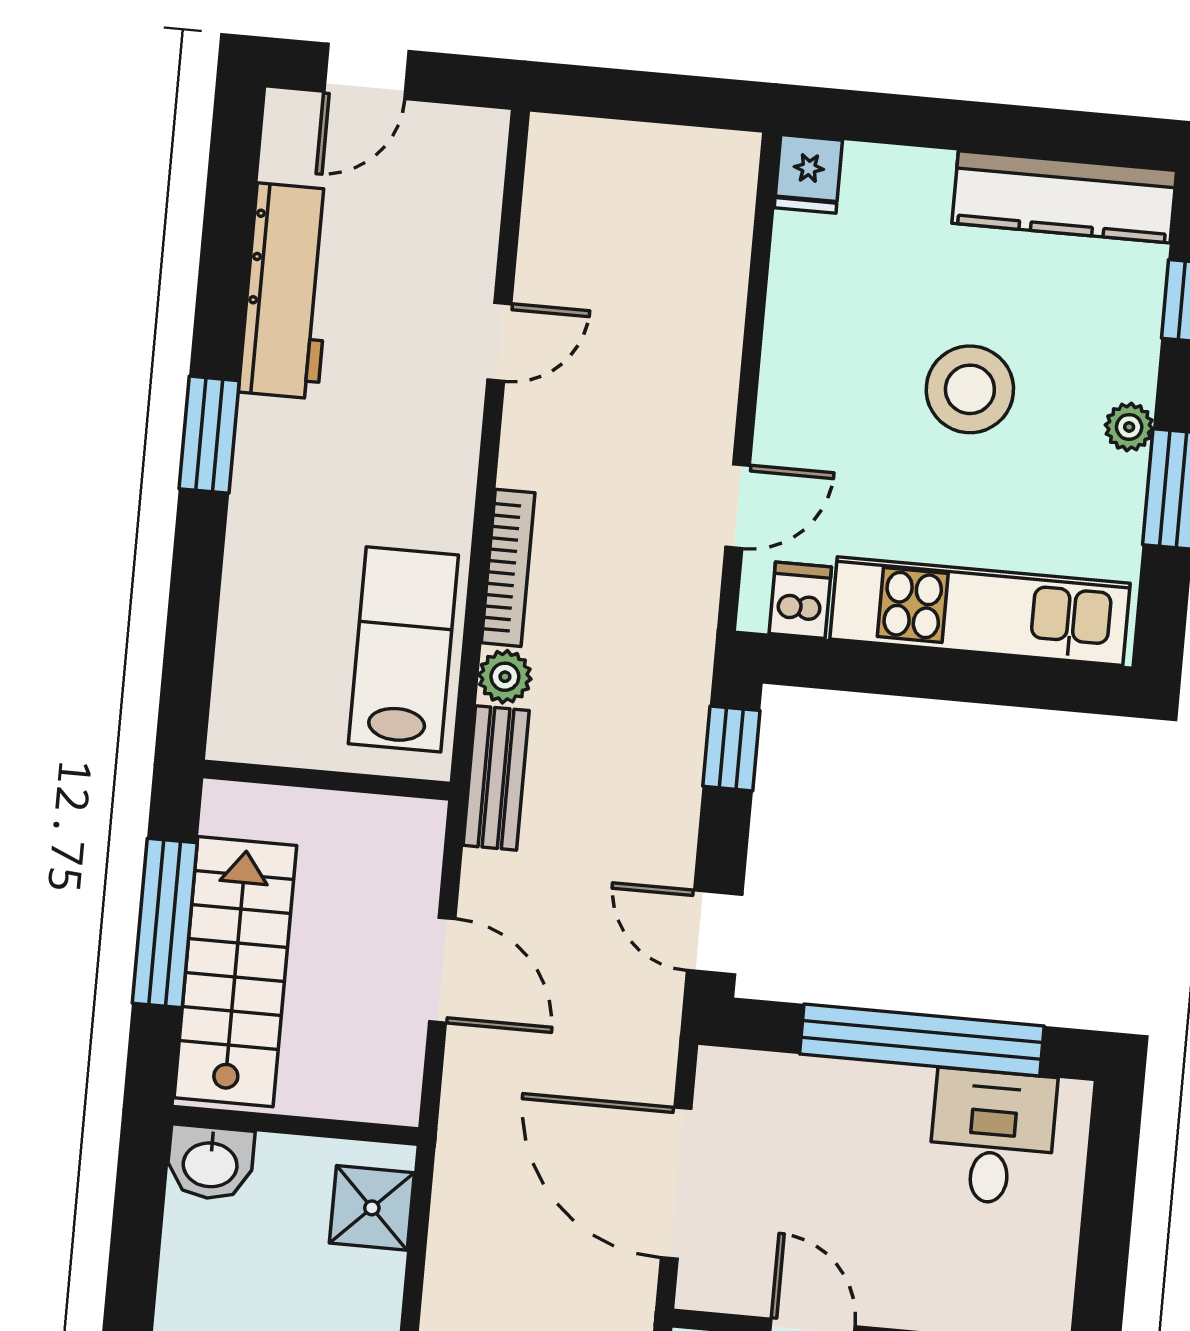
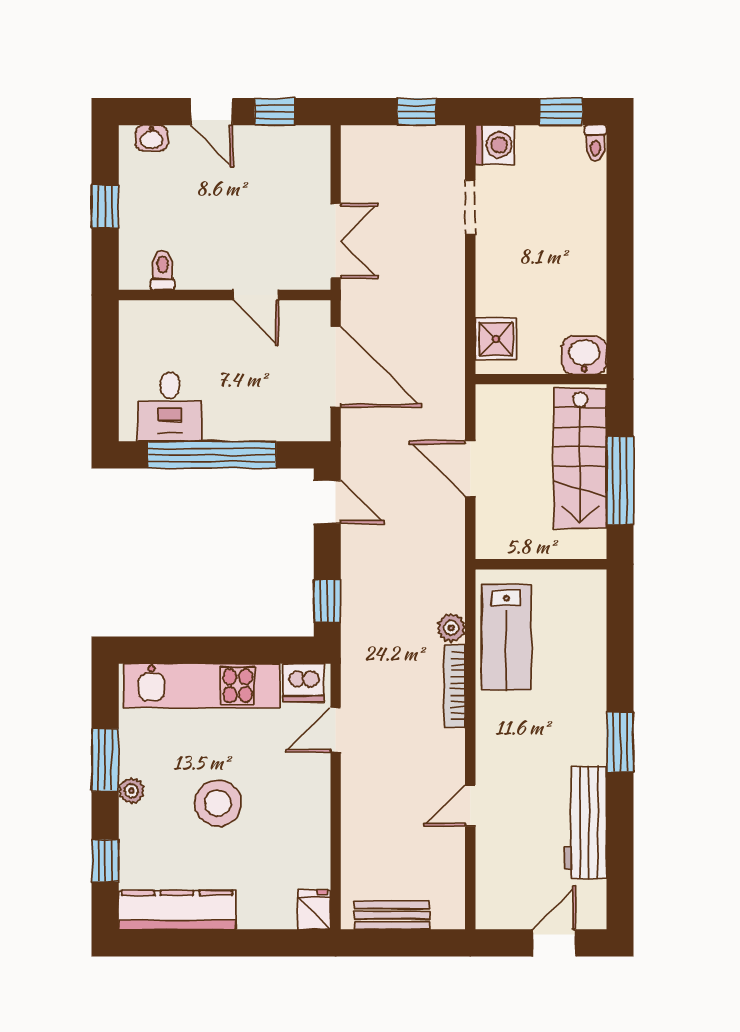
dishwasher: (800, 600) -> (303, 683), width x1.38
bench: (496, 778) -> (392, 915), moved, turned 90

